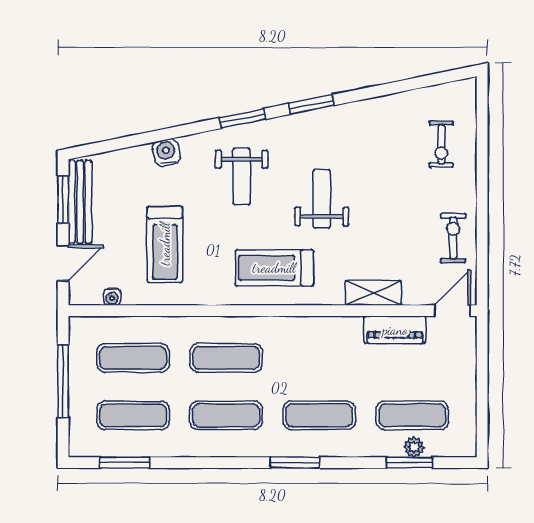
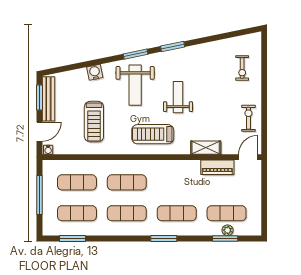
weight bench: (242, 176) -> (135, 85), width x1.36, depth x1.33
water cooler: (112, 297) -> (48, 150), moved

